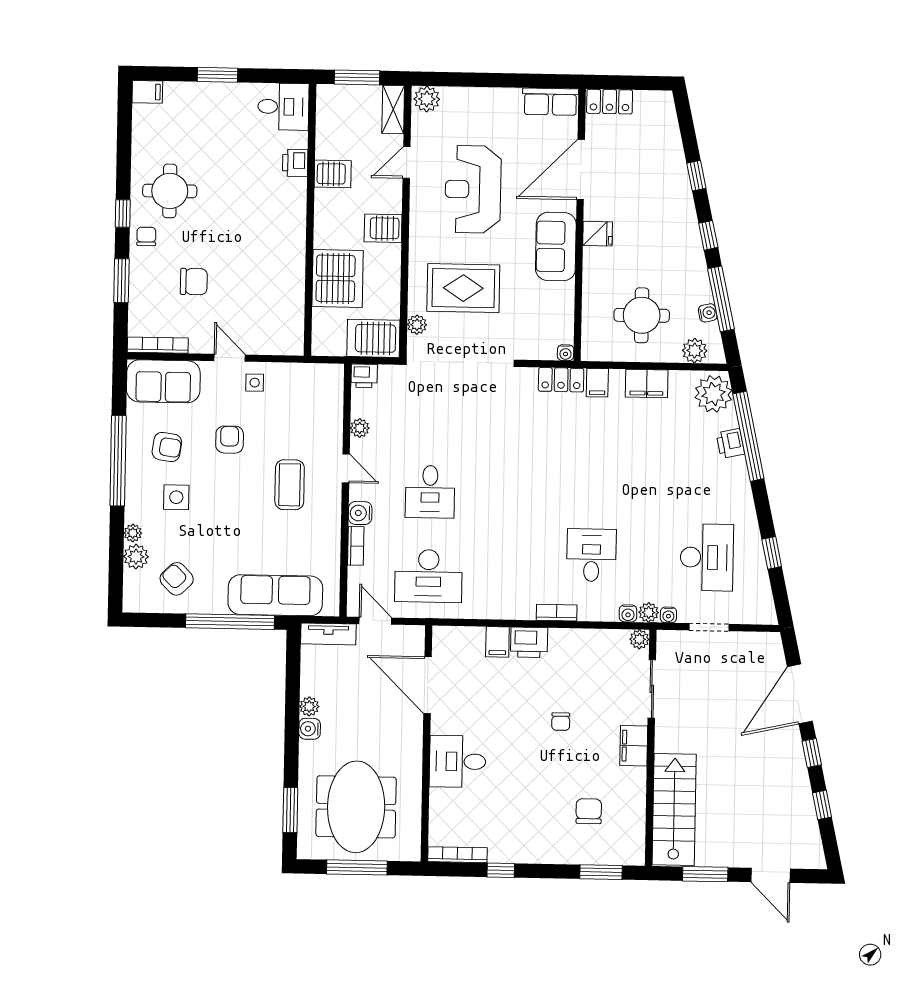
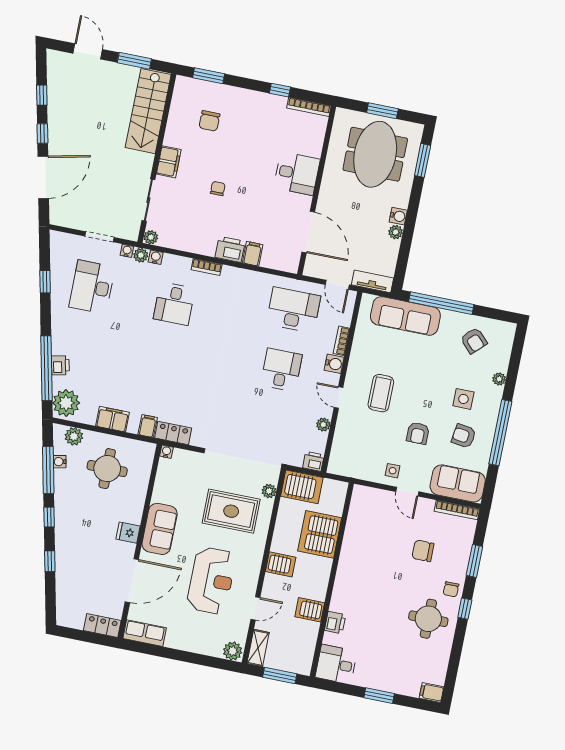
plant: (136, 557) -> (500, 362), removed
window: (357, 867) -> (382, 111), width x0.69

